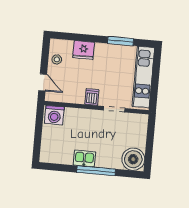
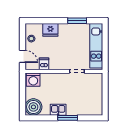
dishwasher: (92, 97) -> (44, 64), moved
boiler: (133, 159) -> (33, 107), moved
window: (96, 171) -> (68, 118), width x0.69

